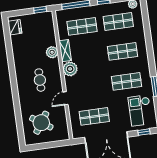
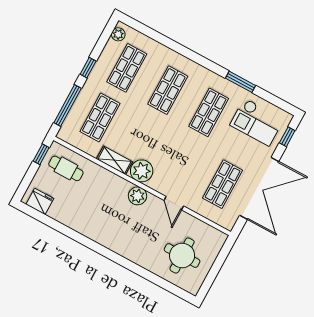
plant: (52, 52) -> (138, 196), moved
cafe table: (40, 80) -> (66, 168), moved
round table: (41, 123) -> (182, 255), turned -34

